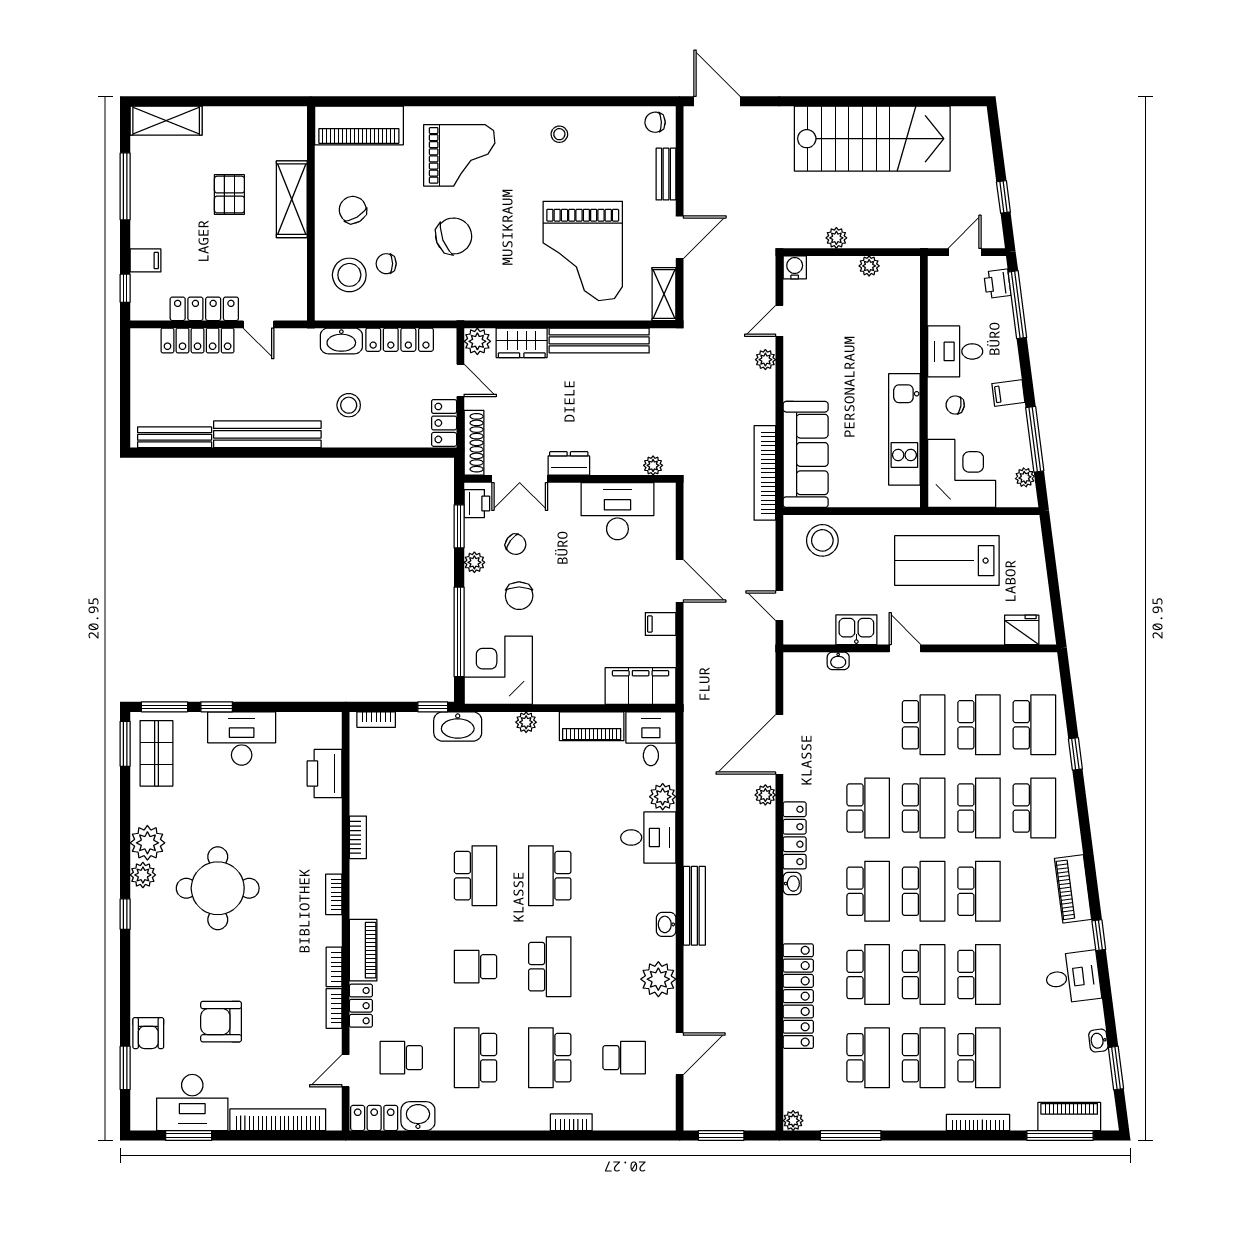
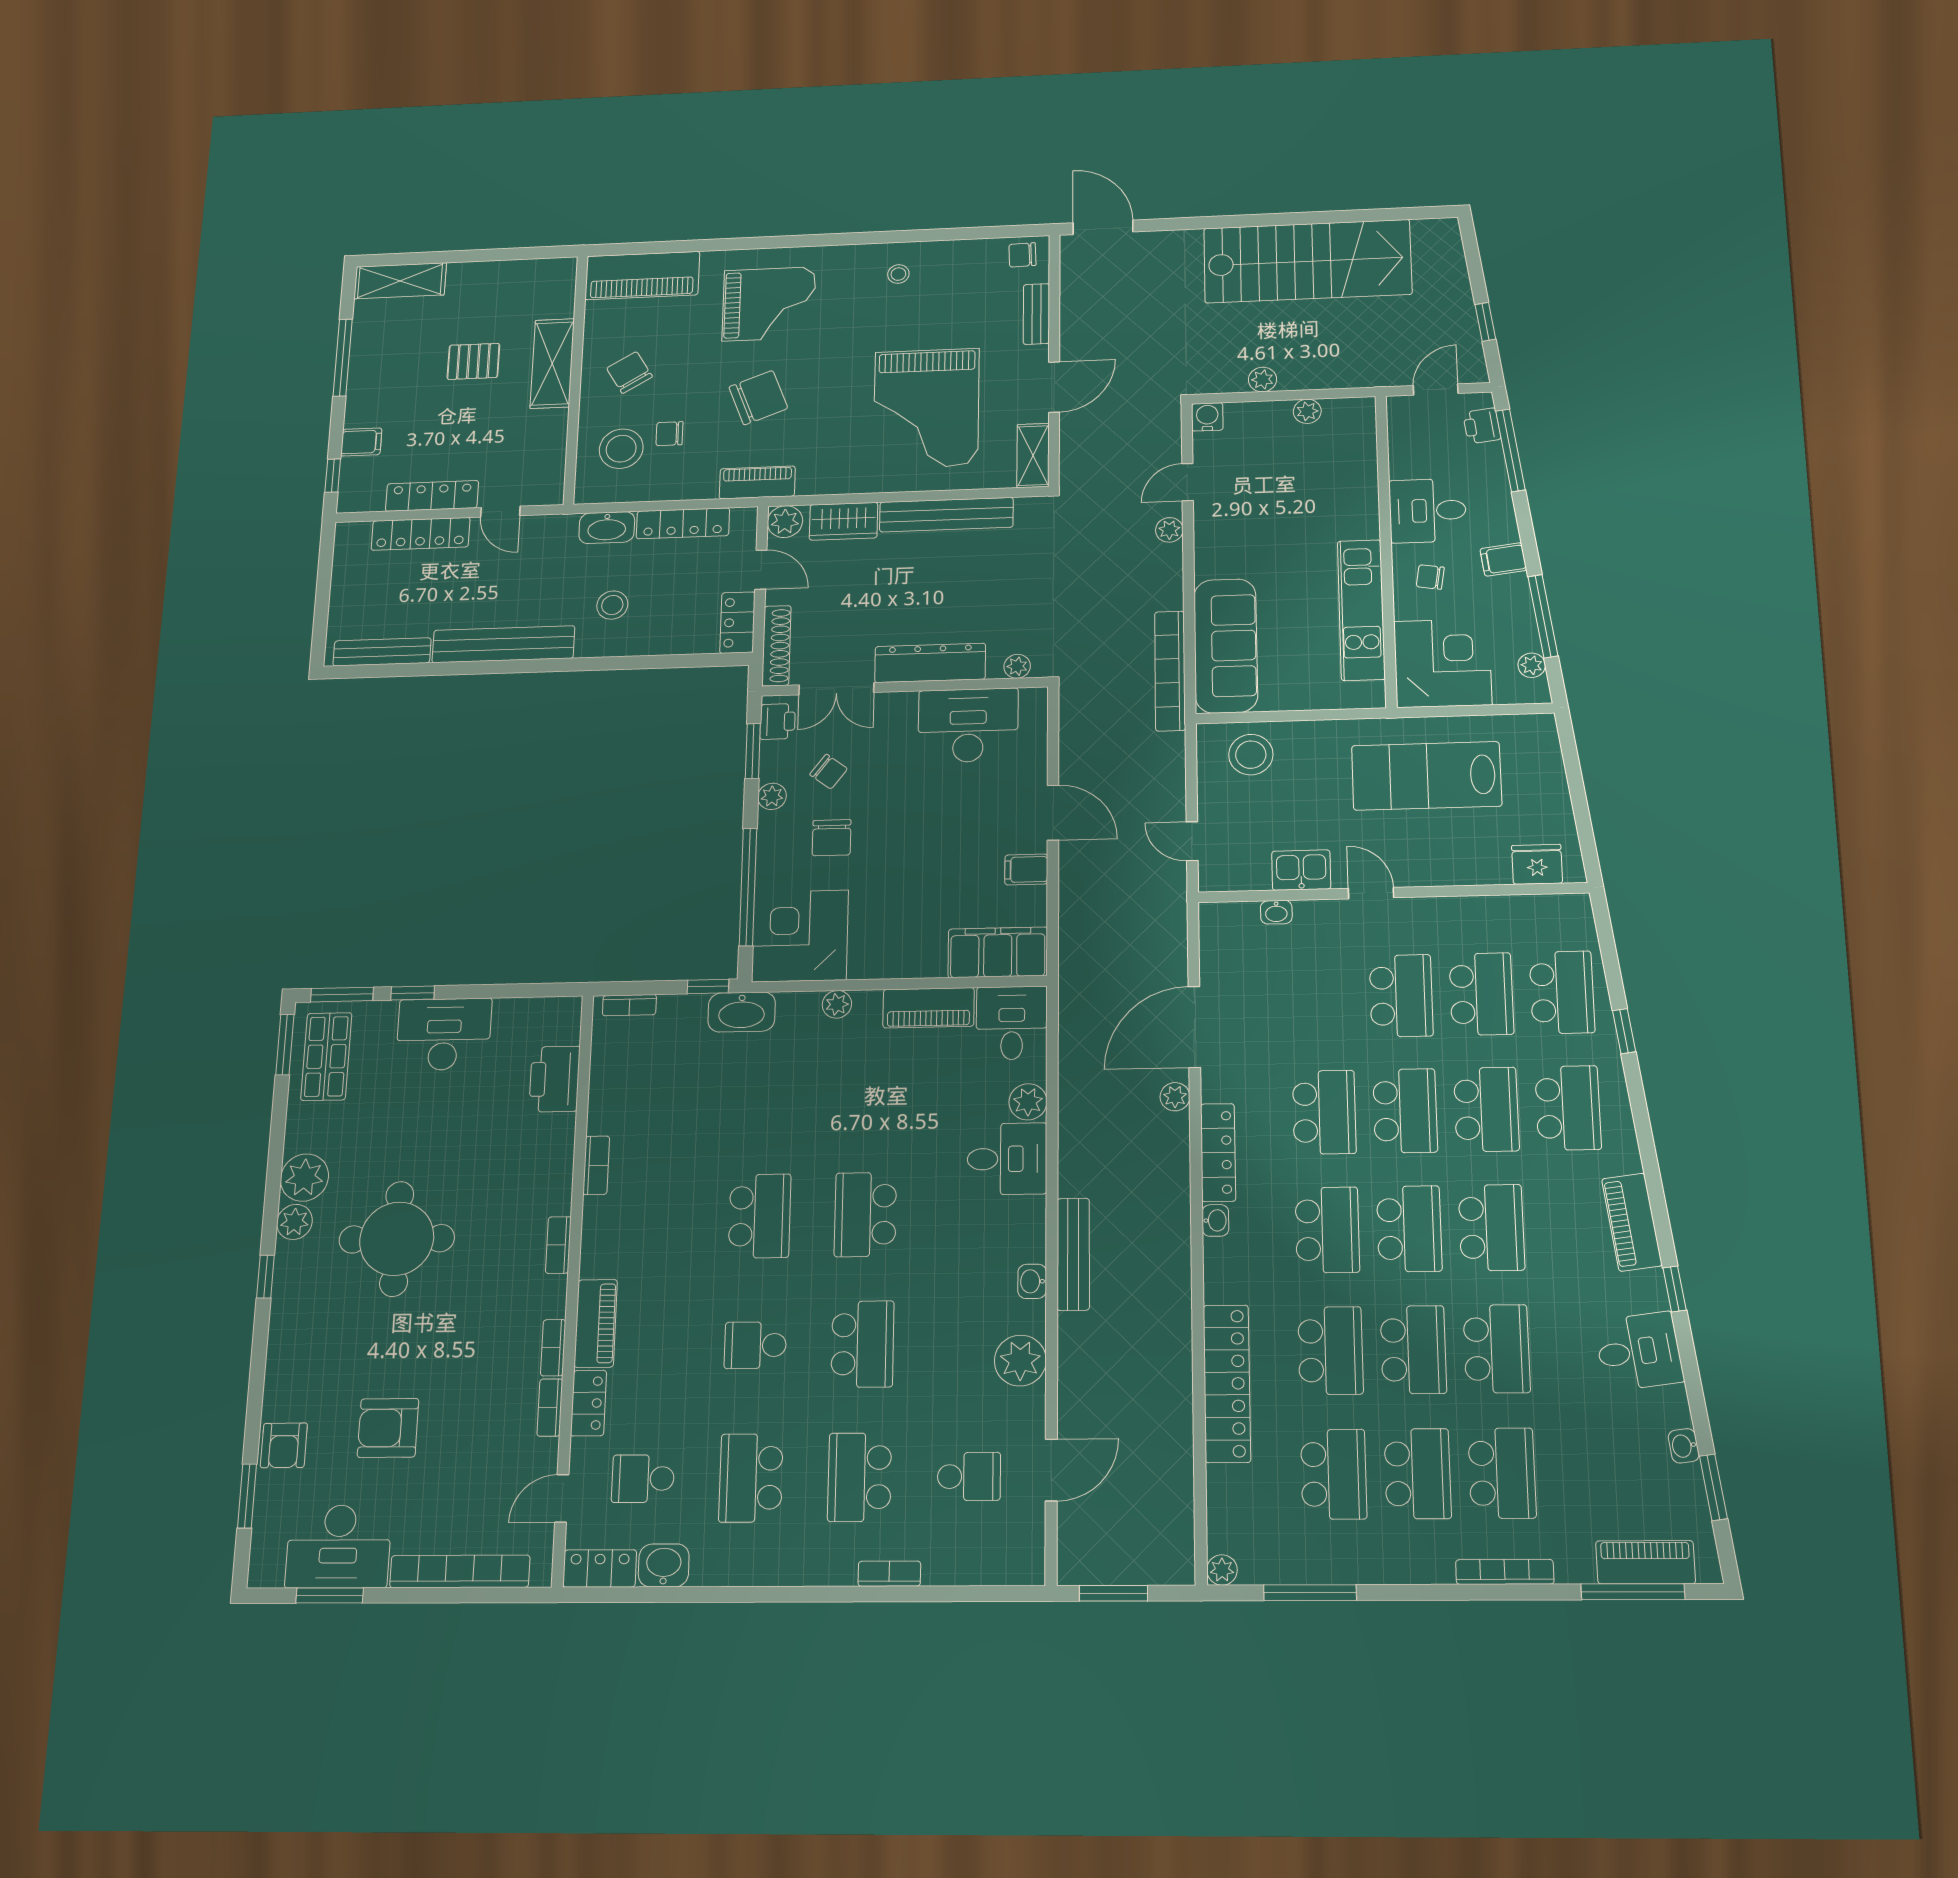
pallet: (229, 195) -> (473, 361), turned 90
piano: (455, 308) -> (757, 482), added
dresser: (569, 463) -> (930, 663), width x1.96, depth x1.24

